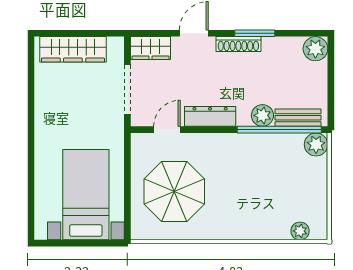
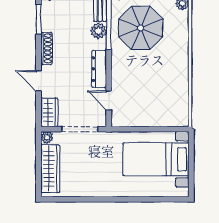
window: (255, 33) -> (39, 20), moved
plant: (116, 45) -> (47, 137), added
parasol: (174, 191) -> (141, 28), moved

